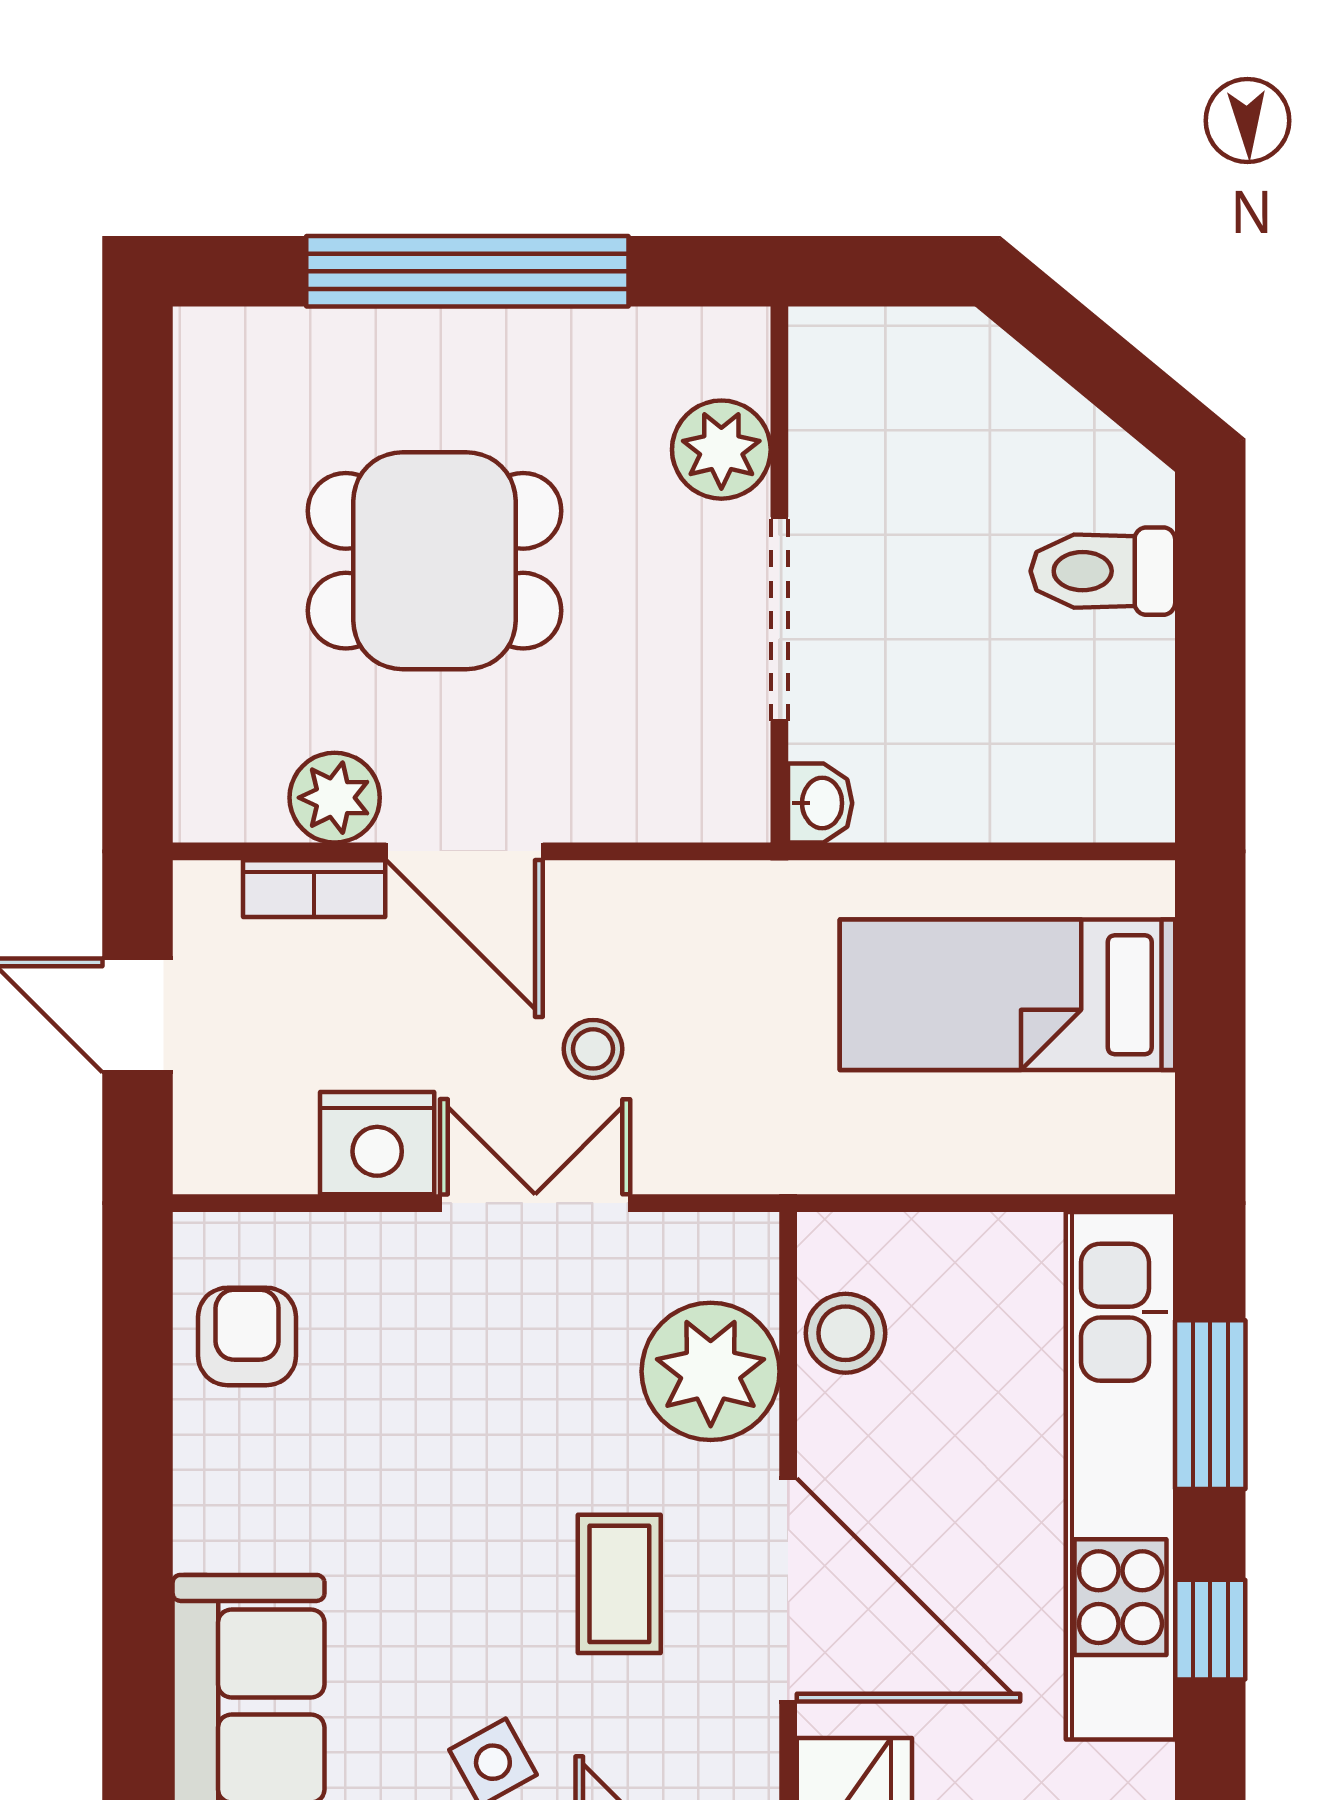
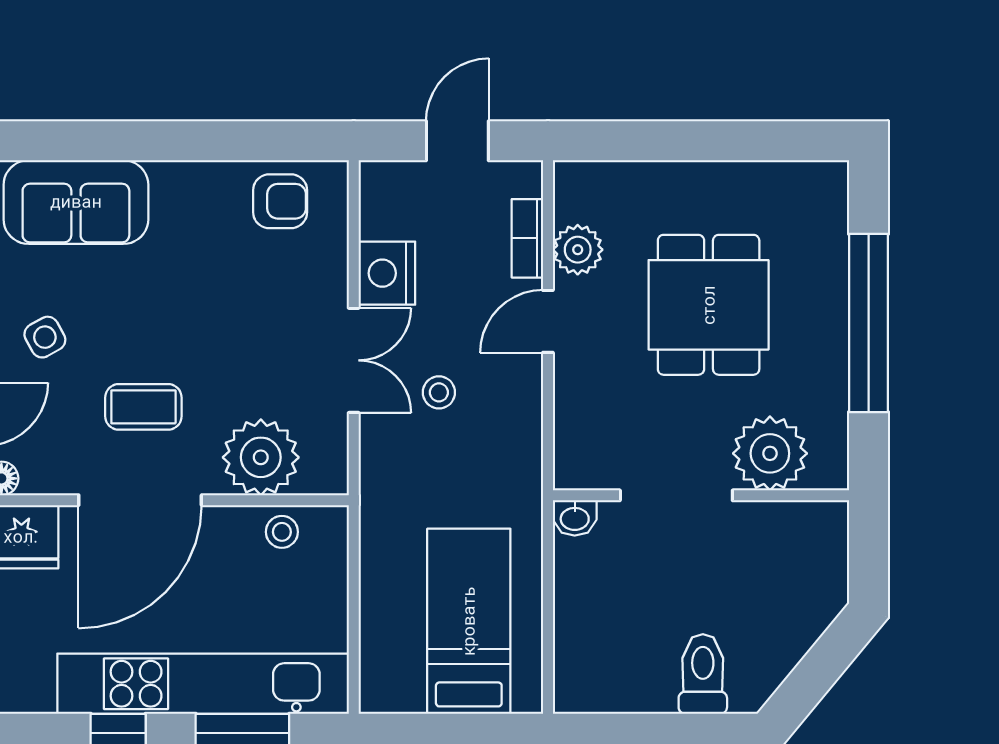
plant: (721, 450) -> (770, 453), width x1.36, depth x1.36
door: (465, 851) -> (548, 321), width x0.73
stool: (846, 1333) -> (282, 532), width x0.73, depth x0.73

